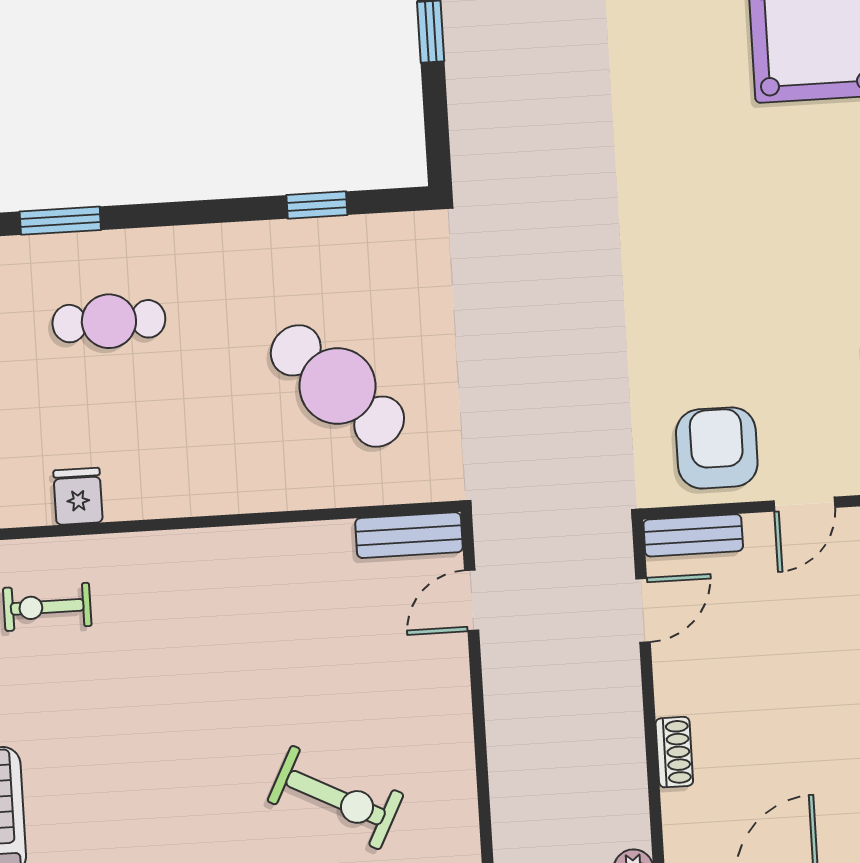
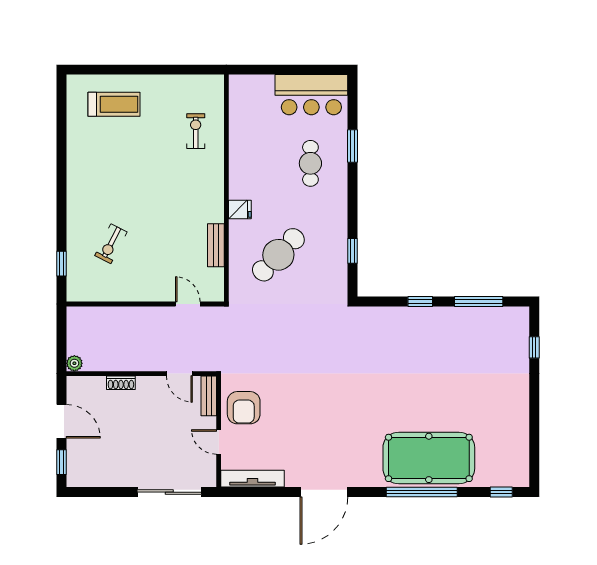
armchair: (717, 448) -> (244, 408), turned 90
fridge: (78, 496) -> (240, 210), moved
bench: (409, 535) -> (216, 245), moved
exercise bike: (336, 798) -> (111, 244), width x0.73, depth x0.72

